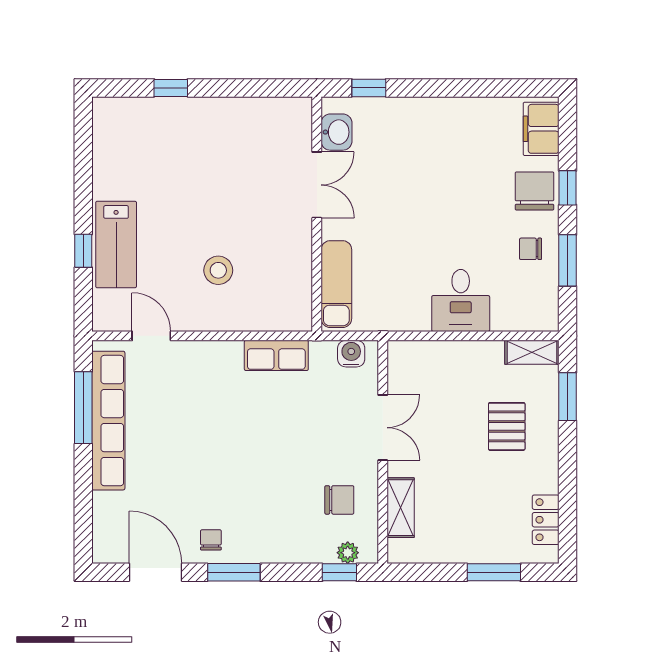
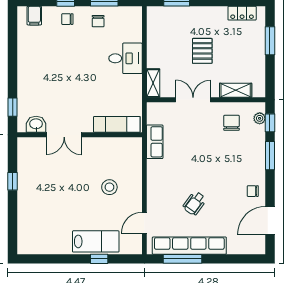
window: (171, 88) -> (13, 181), moved
filing cabinet: (541, 129) -> (34, 16), width x0.50
double door: (317, 185) -> (64, 135), swing flipped
chair: (534, 191) -> (67, 19), width x0.54, depth x0.54
shelving: (532, 352) -> (153, 83), moved
water cooler: (351, 354) -> (154, 117), removed
row of seats: (276, 355) -> (155, 142), moved
pallet: (507, 426) -> (202, 51), moved, turned 90
wheelchair: (188, 430) -> (195, 203), added
window: (234, 572) -> (270, 156), moved

